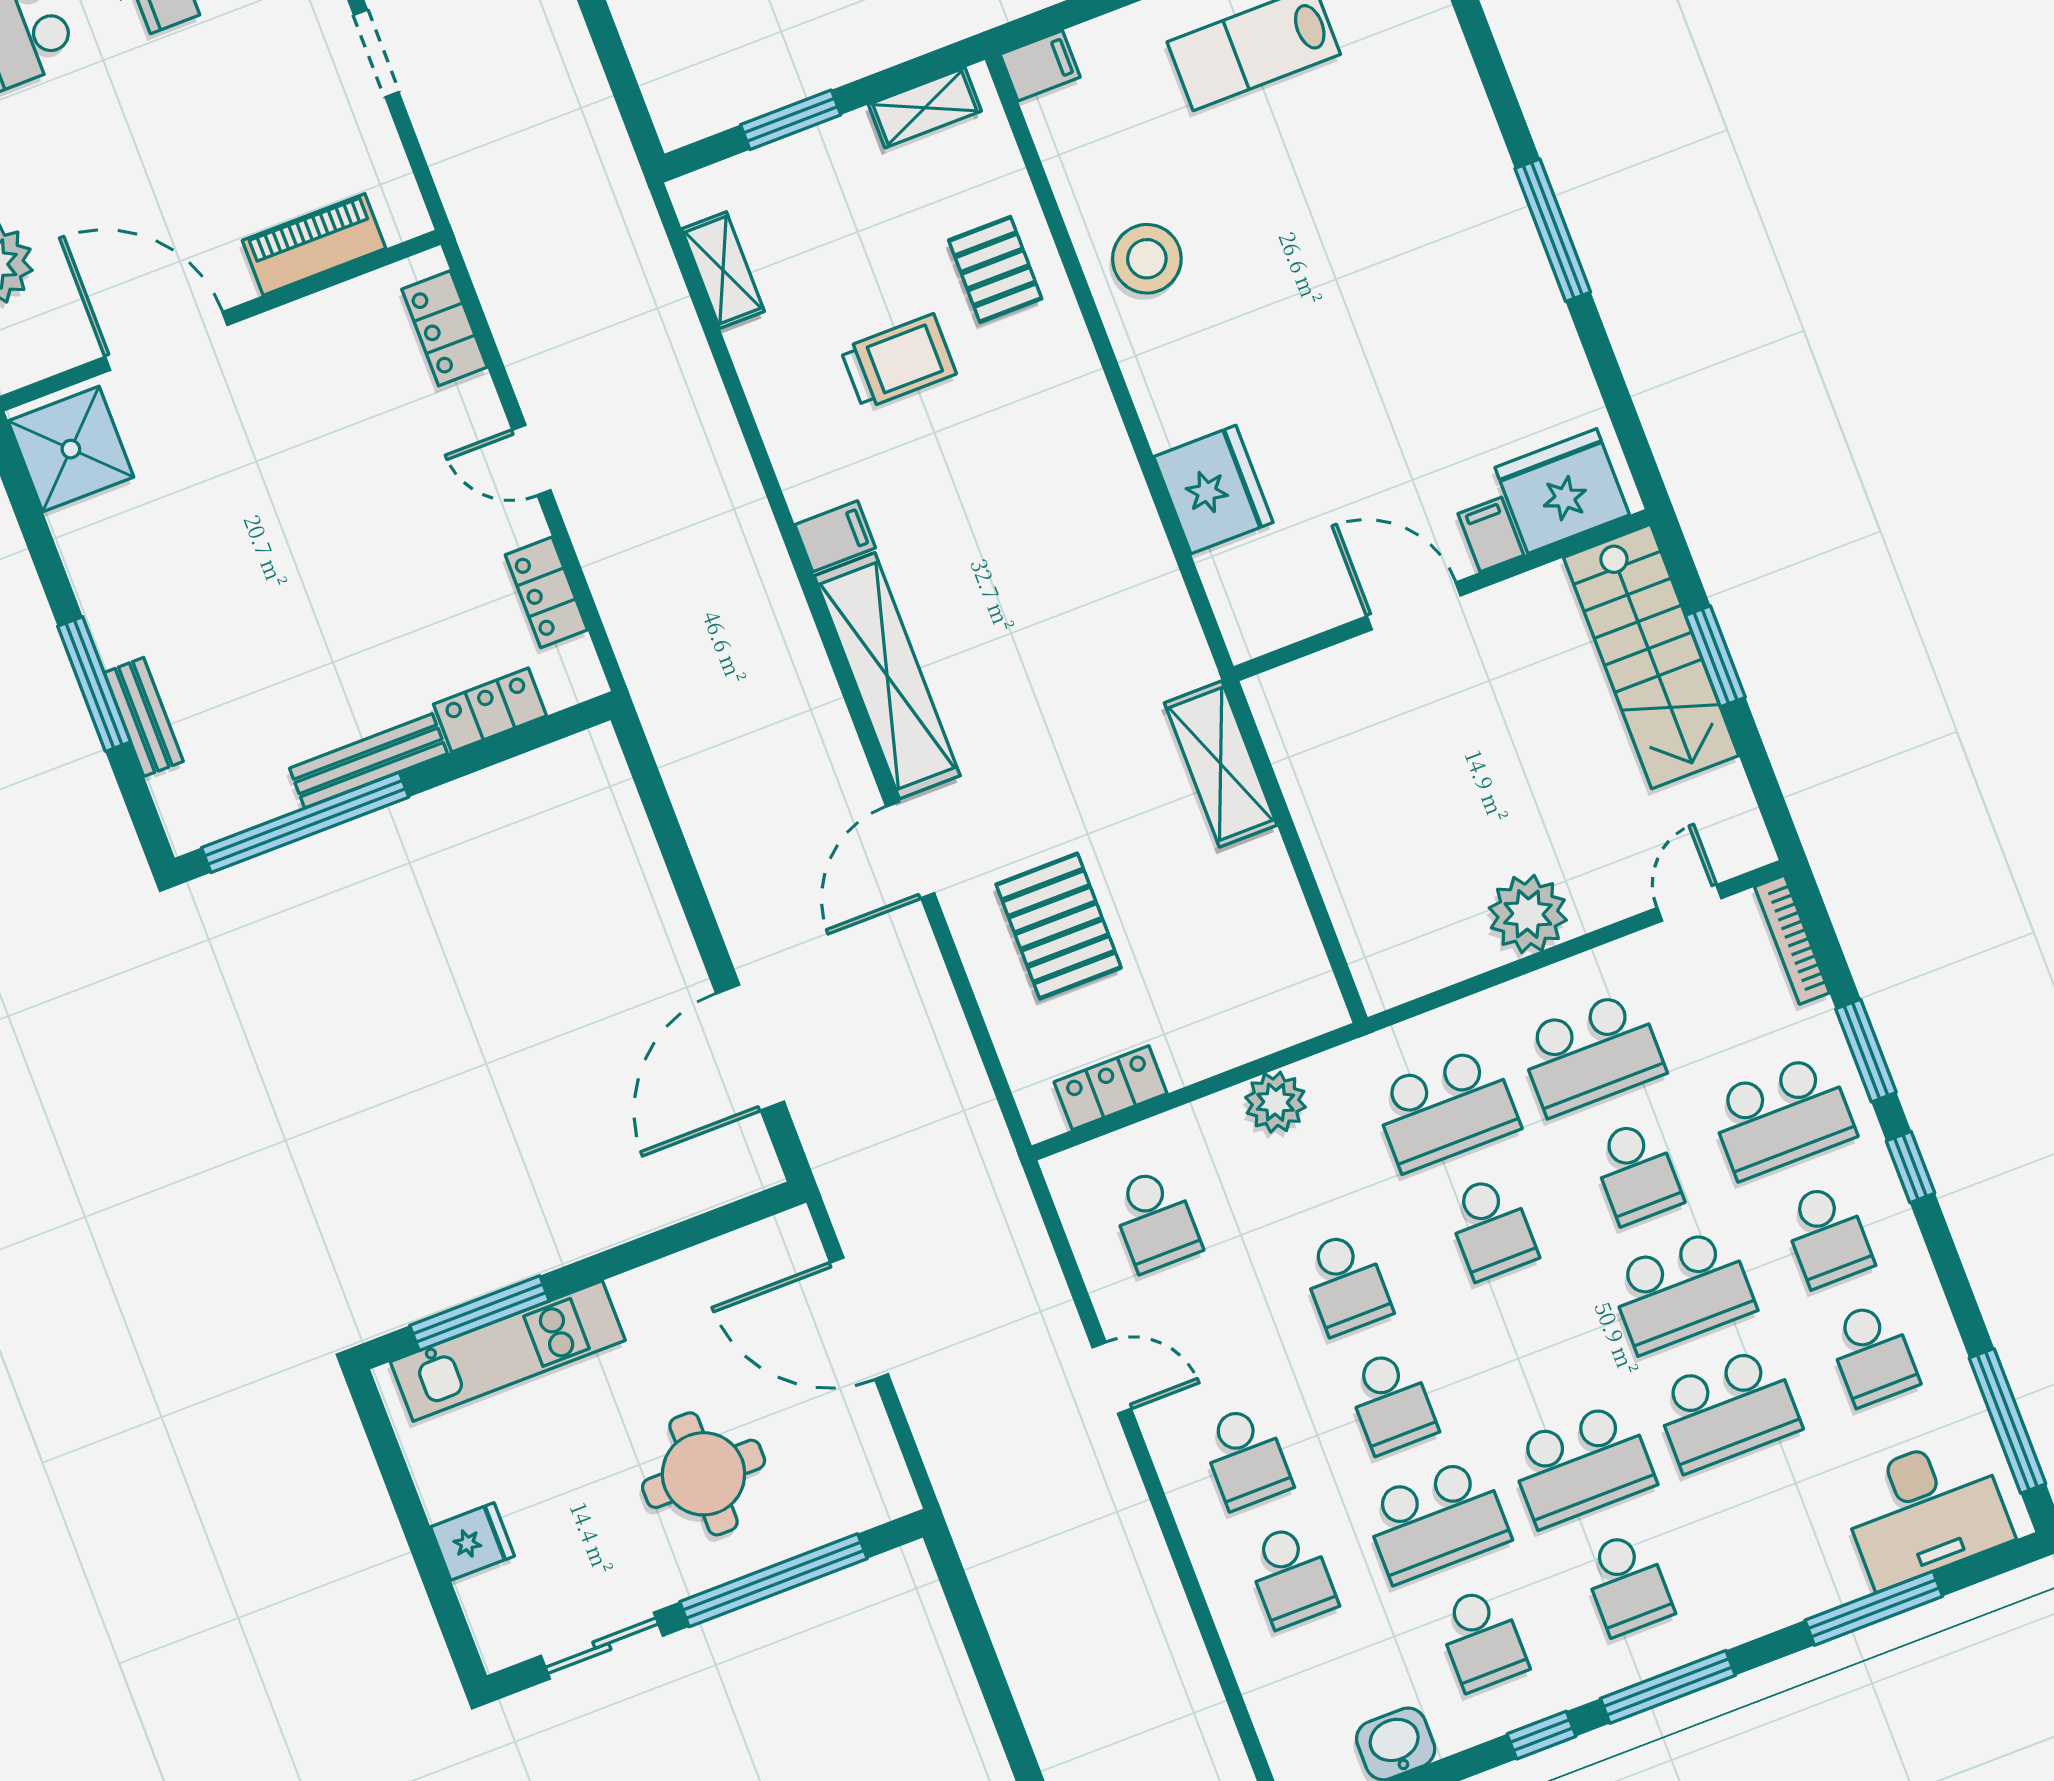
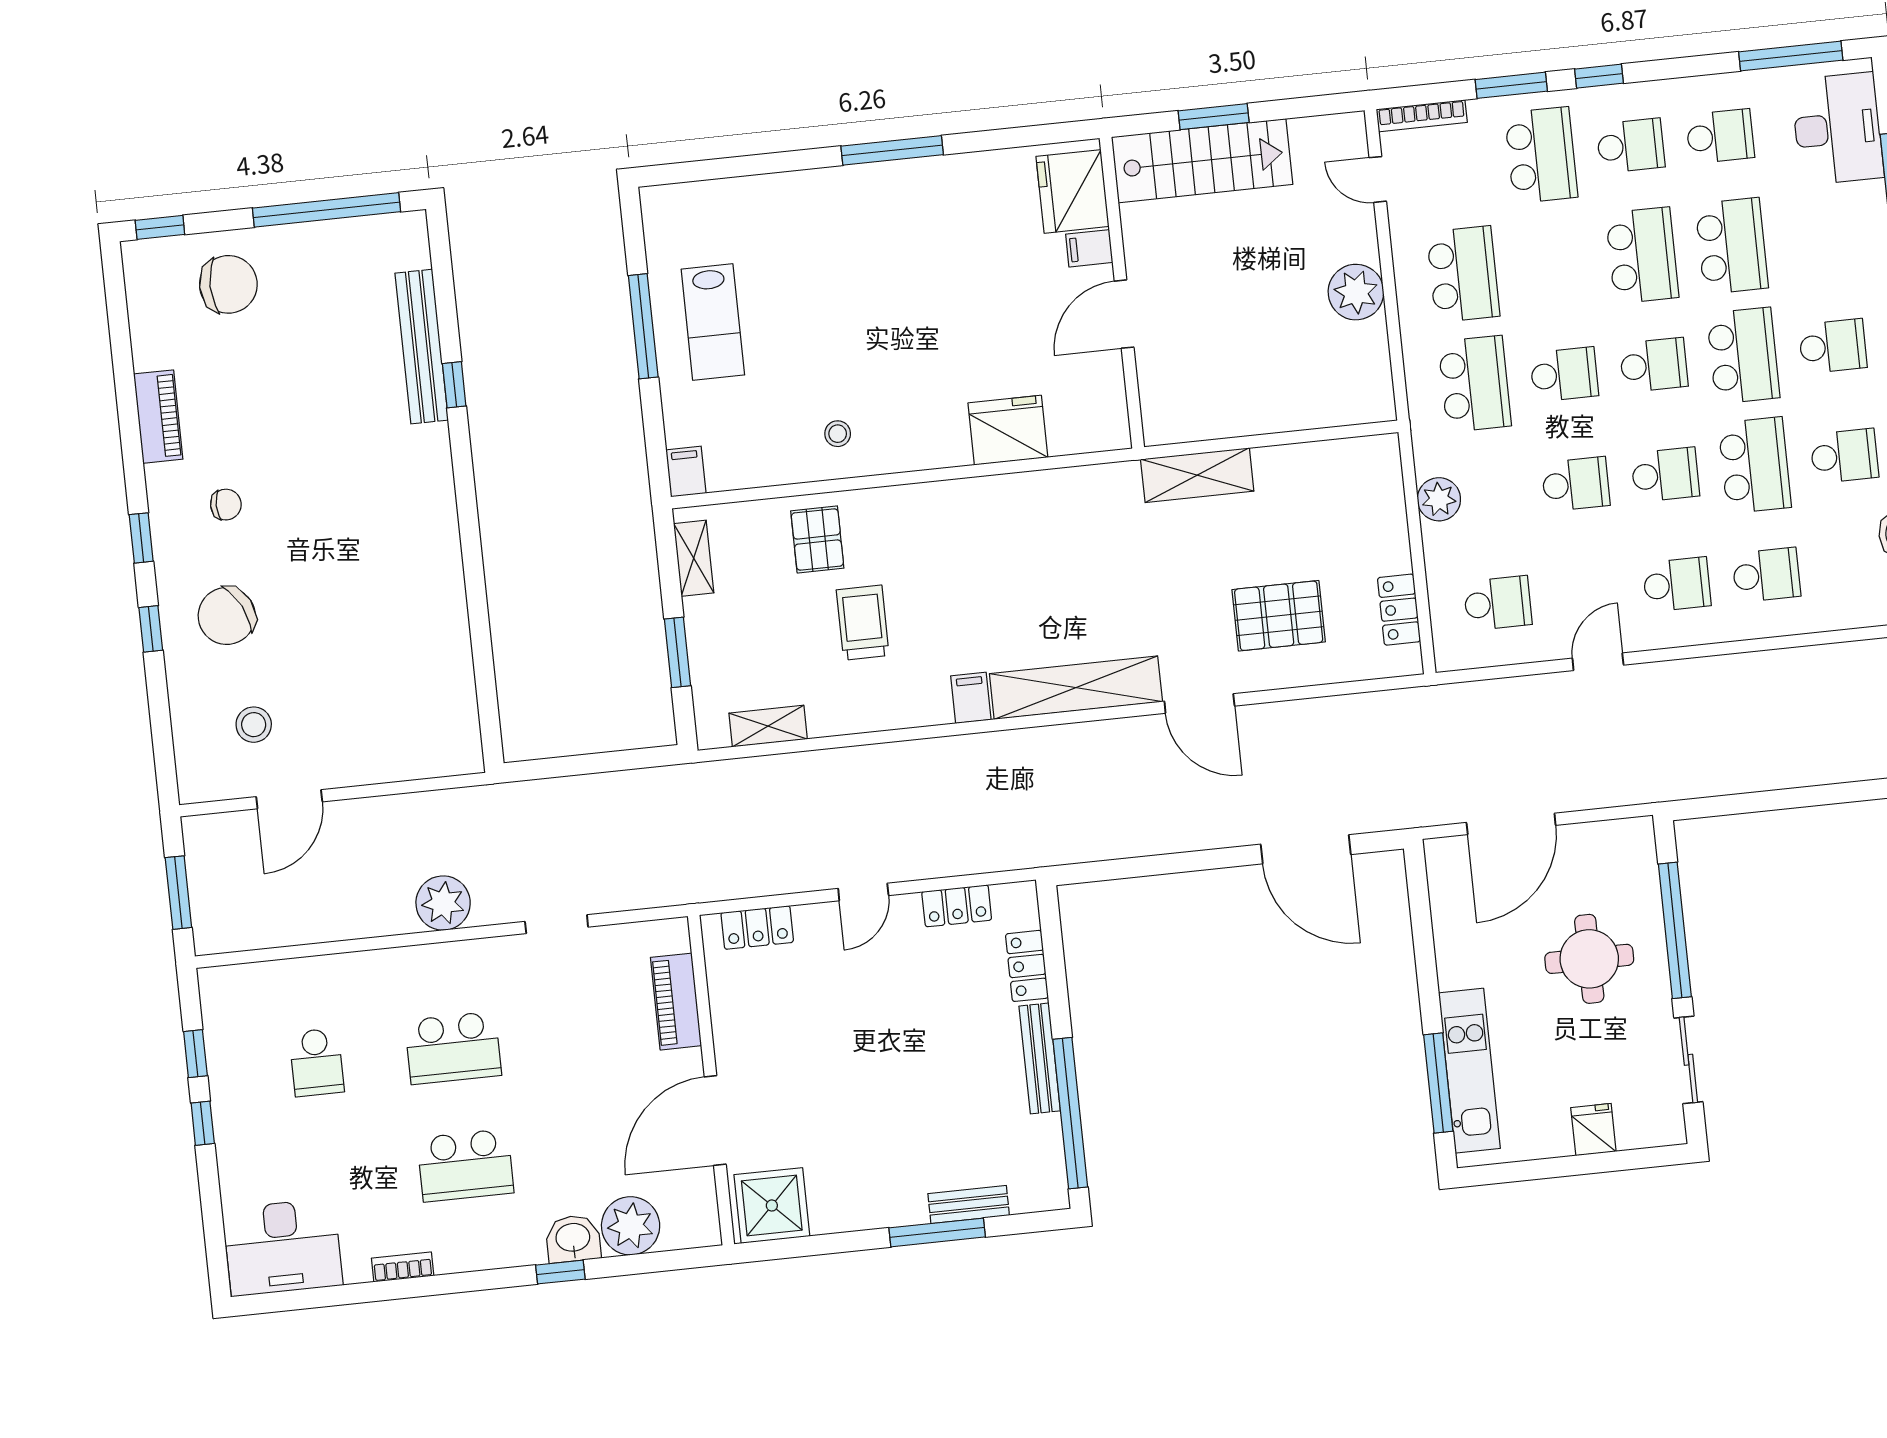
stool: (1147, 259) -> (838, 434), width x0.53, depth x0.53
pallet: (995, 269) -> (817, 539), turned 90
school desk: (1636, 1172) -> (1654, 365), moved

